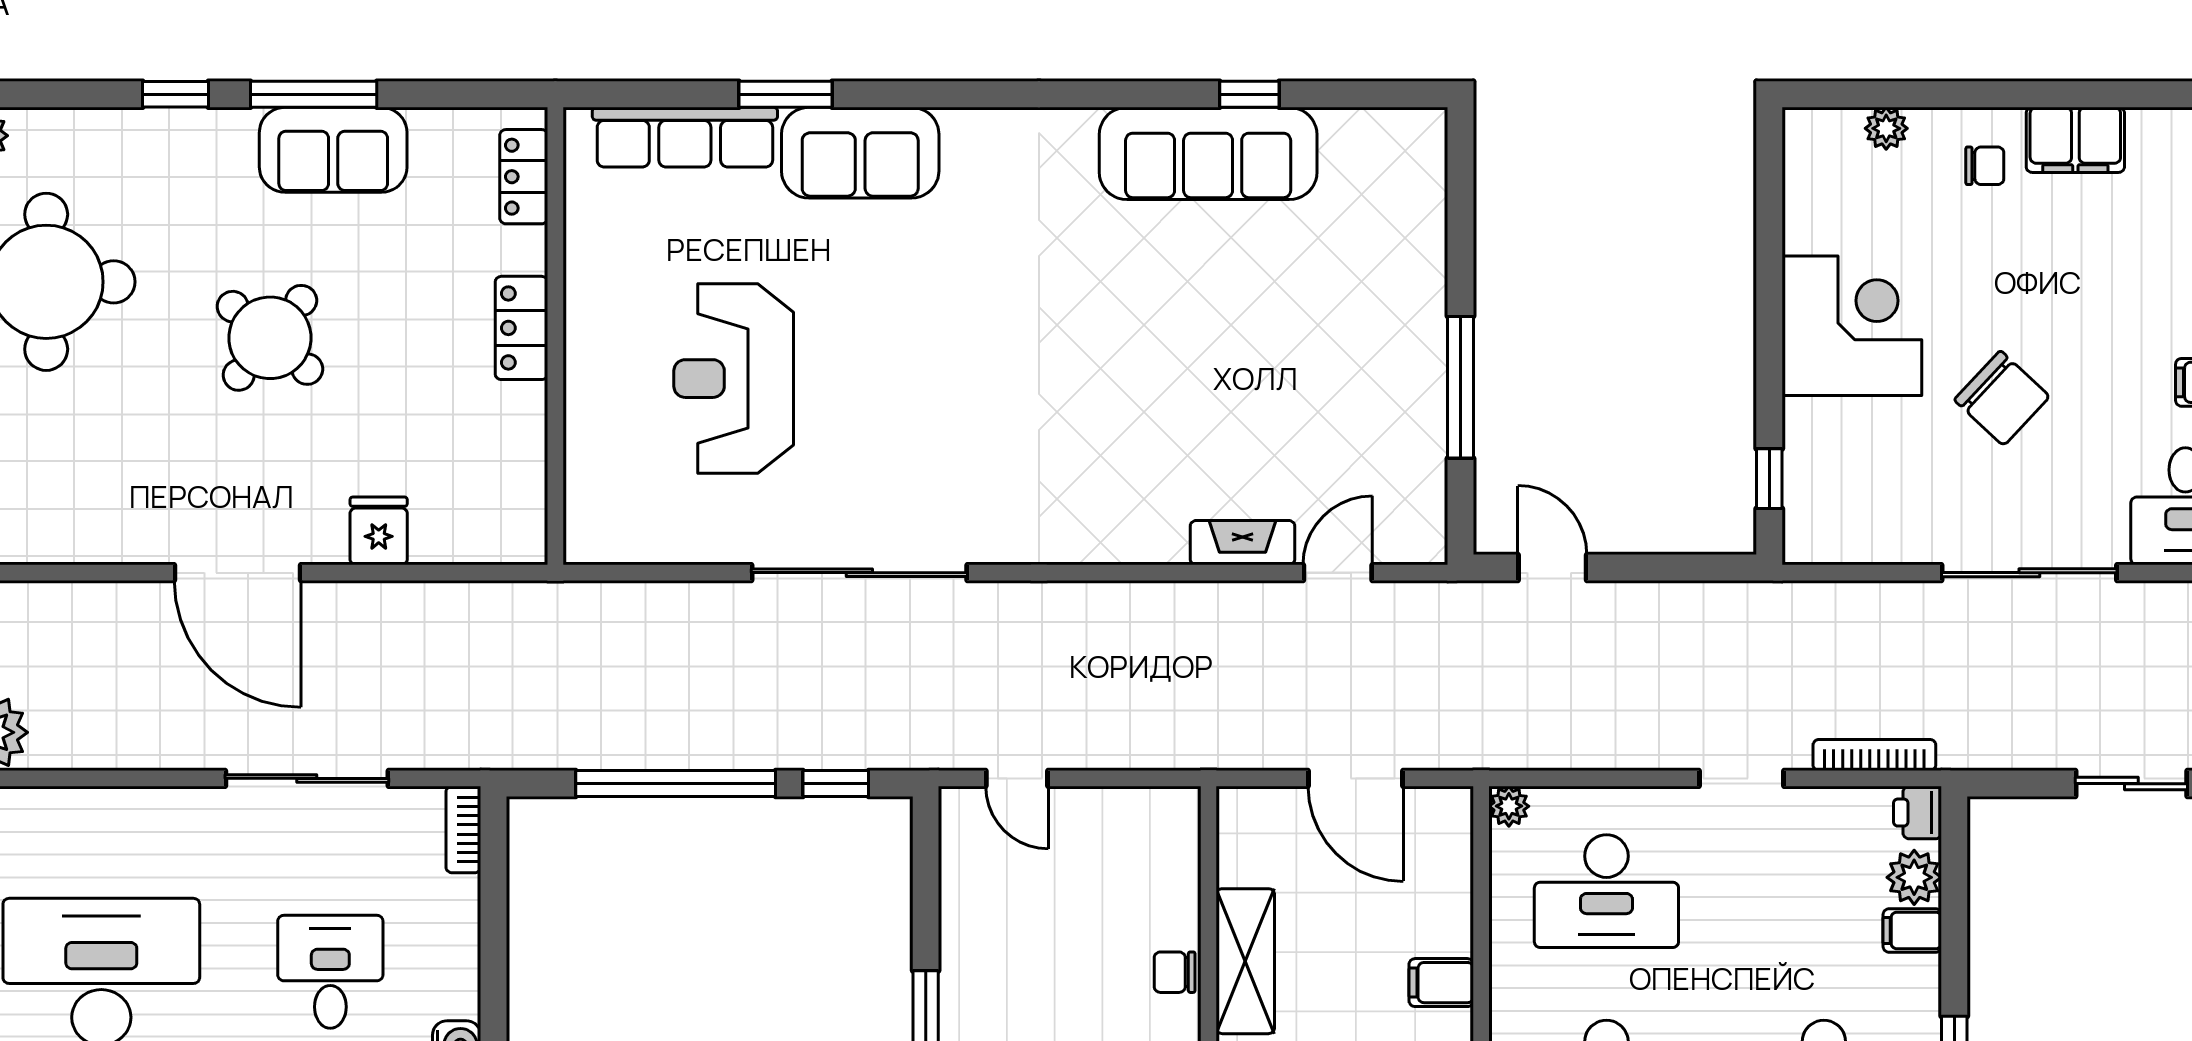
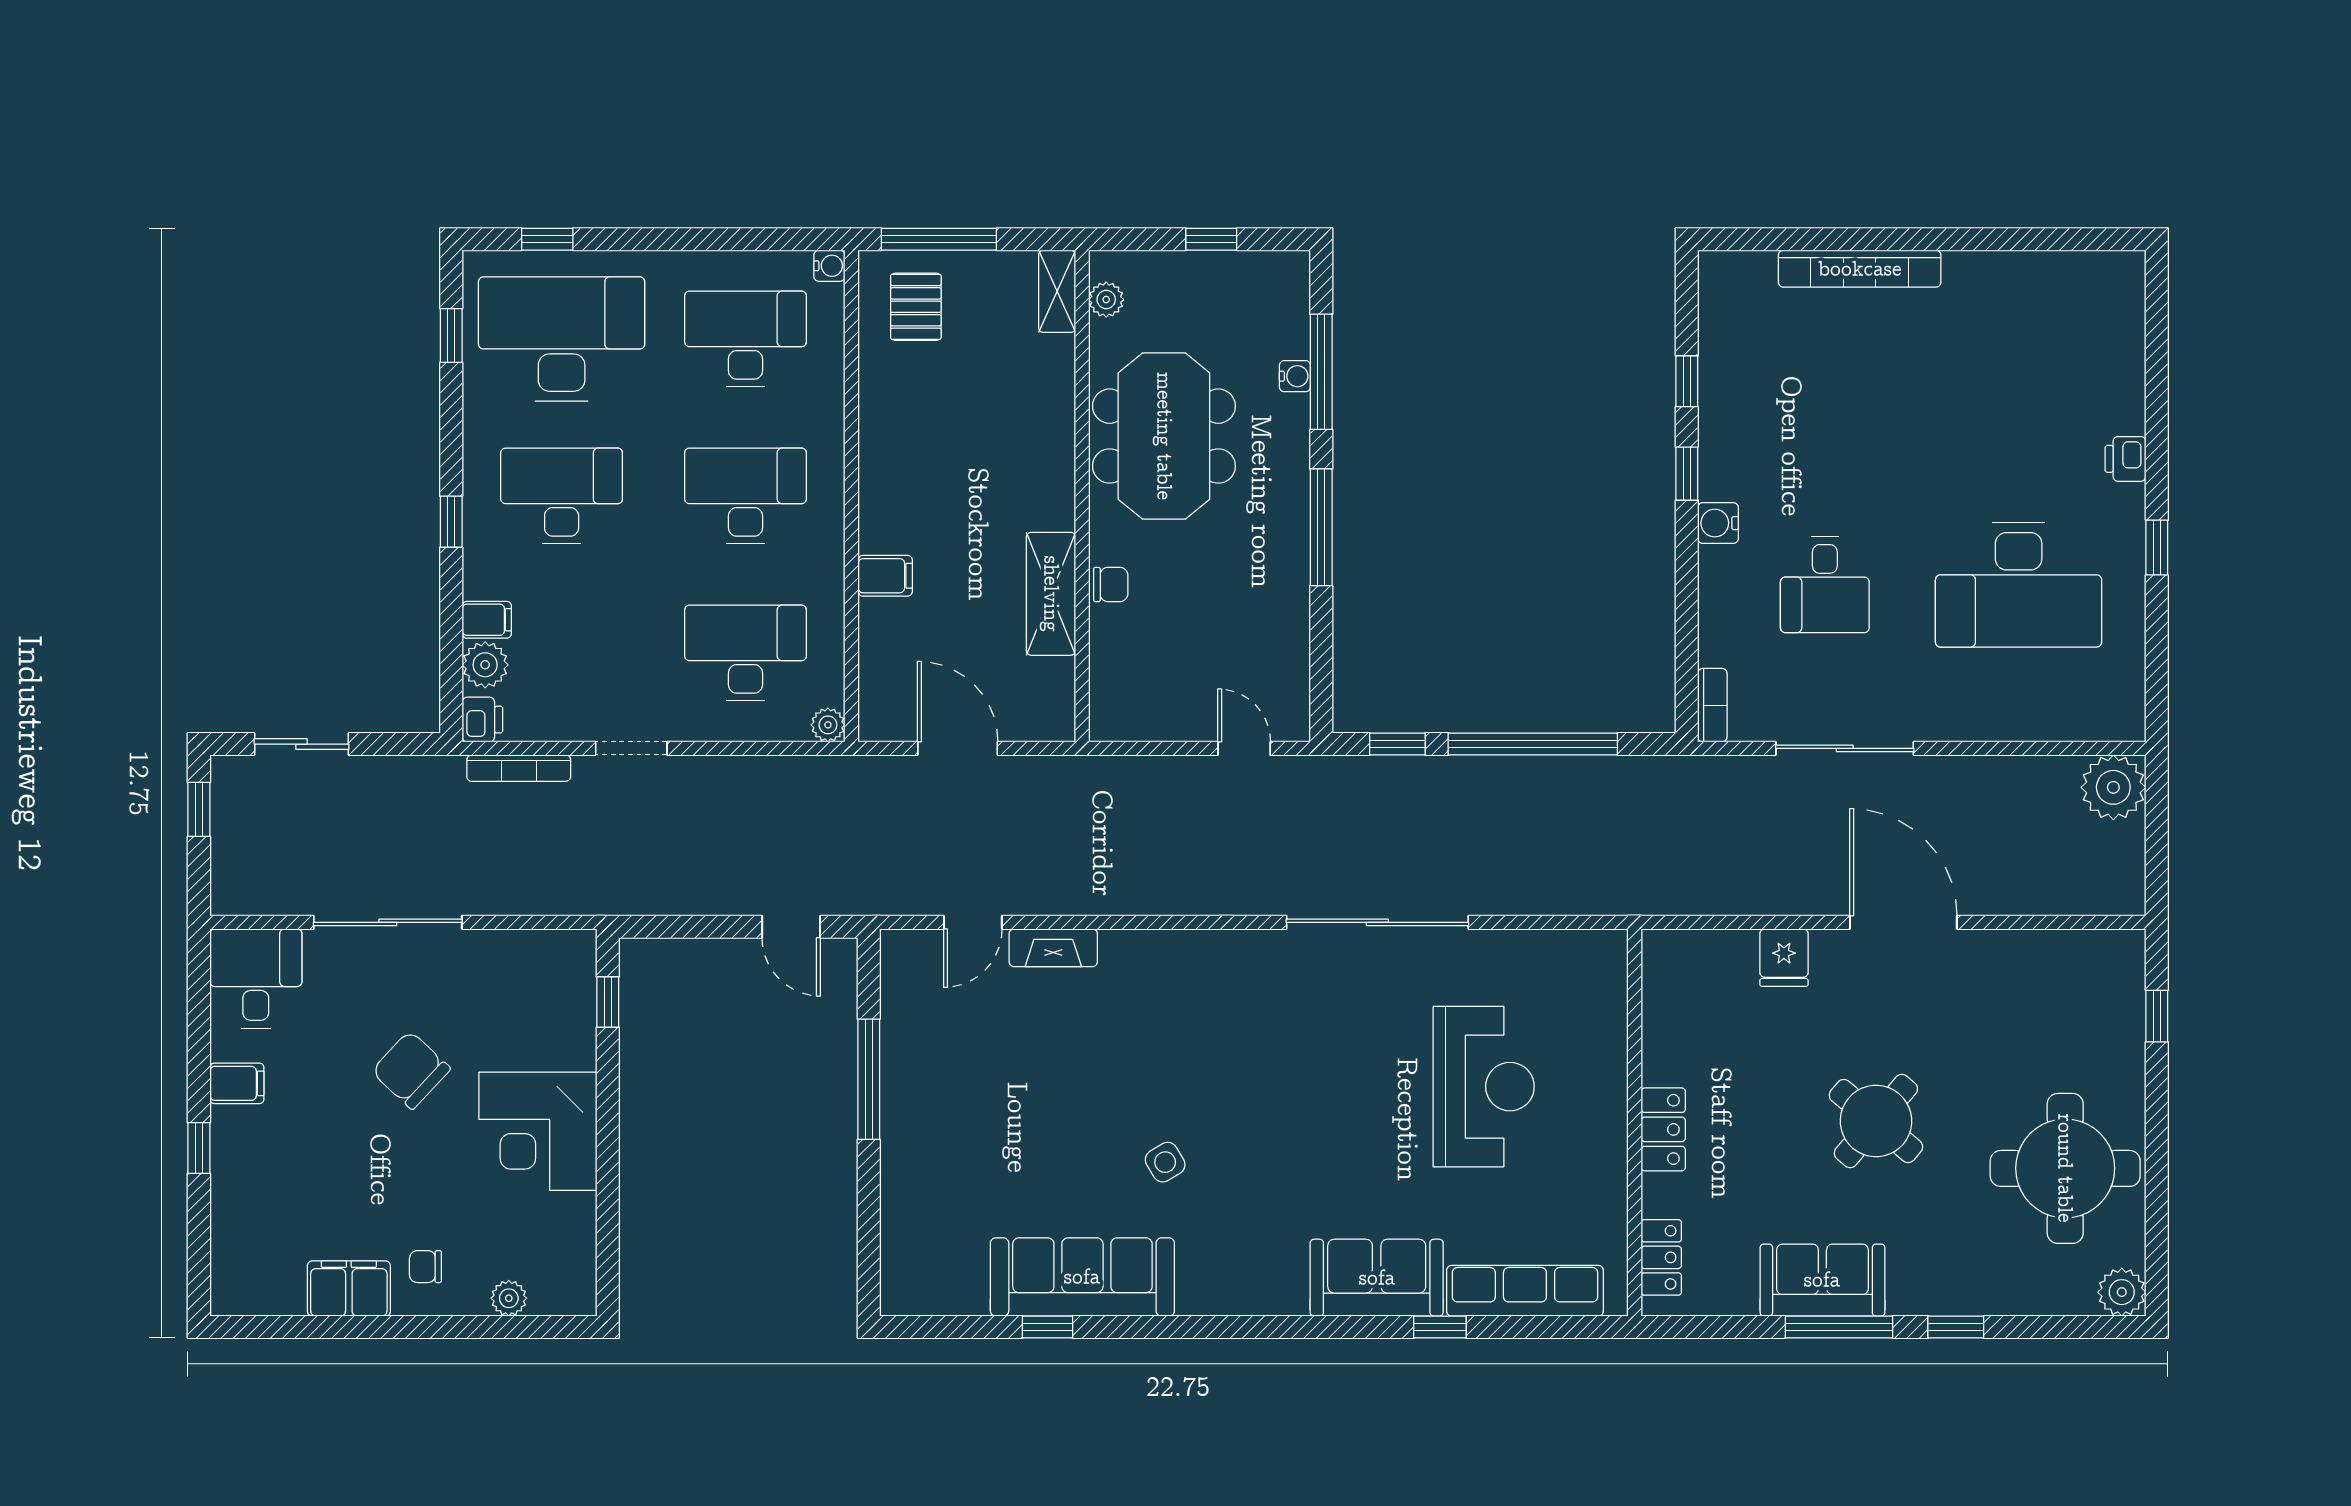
window: (786, 94) -> (1440, 1327), width x0.67
side table: (1110, 289) -> (1165, 1162), added

